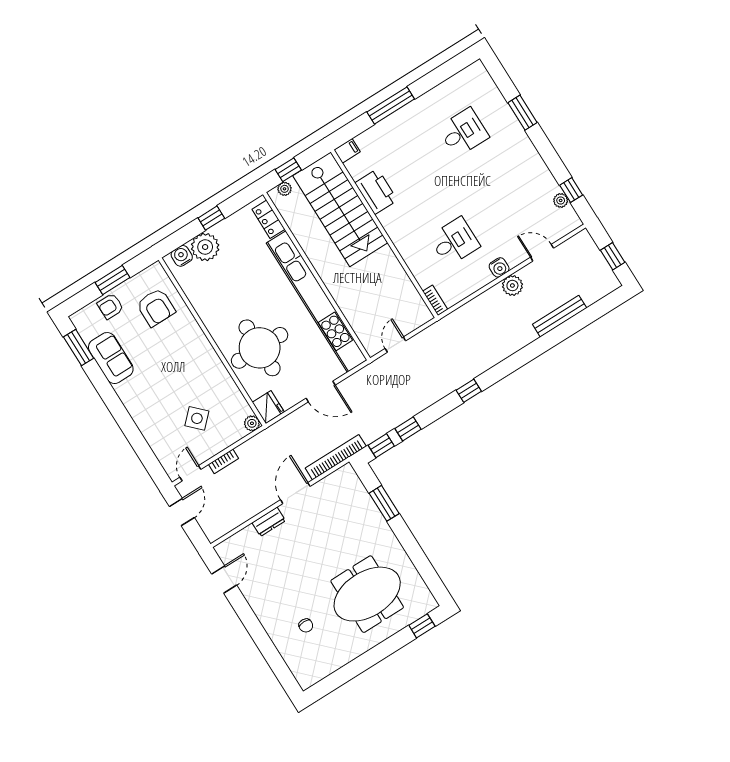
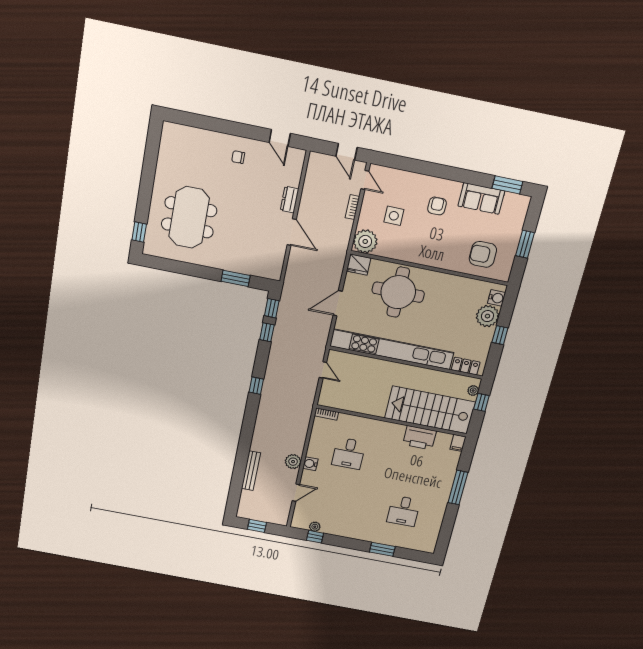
armchair: (110, 306) -> (437, 206), moved
side table: (197, 418) -> (394, 216), turned 45
plant: (252, 423) -> (365, 241), width x1.88, depth x1.88
bookcase: (336, 457) -> (290, 276), removed
chair: (306, 625) -> (238, 157), moved

